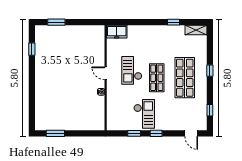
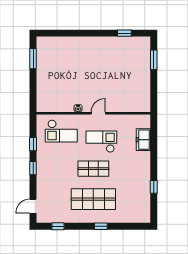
shelving: (196, 30) -> (145, 211), removed
freezer: (117, 32) -> (143, 140), moved
checkout: (144, 114) -> (61, 131), moved

